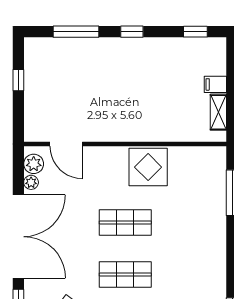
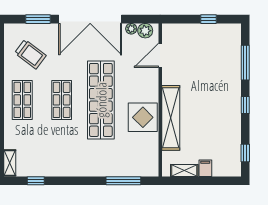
shelving: (149, 130) -> (171, 118), added
shop shelf: (125, 222) -> (101, 100), width x2.00, depth x1.36

